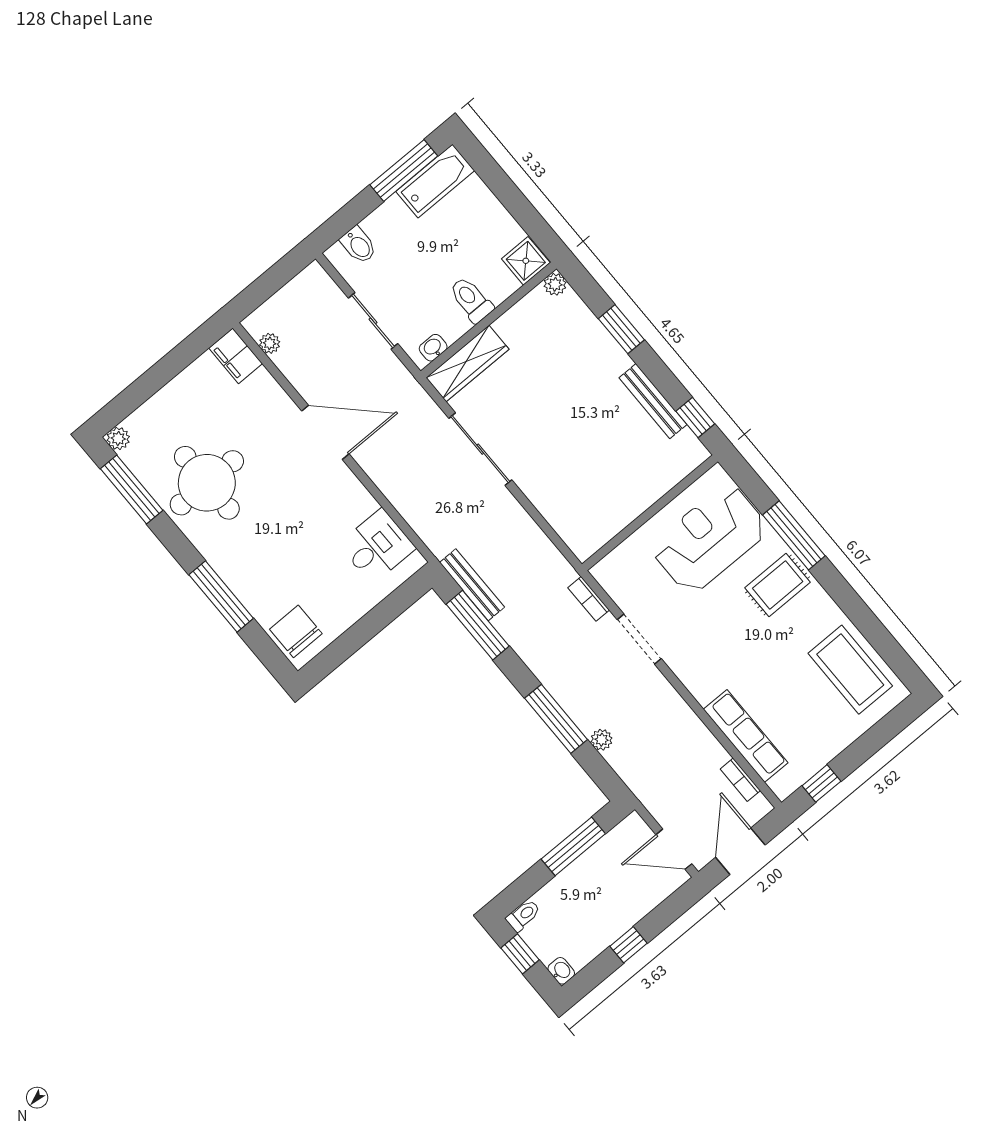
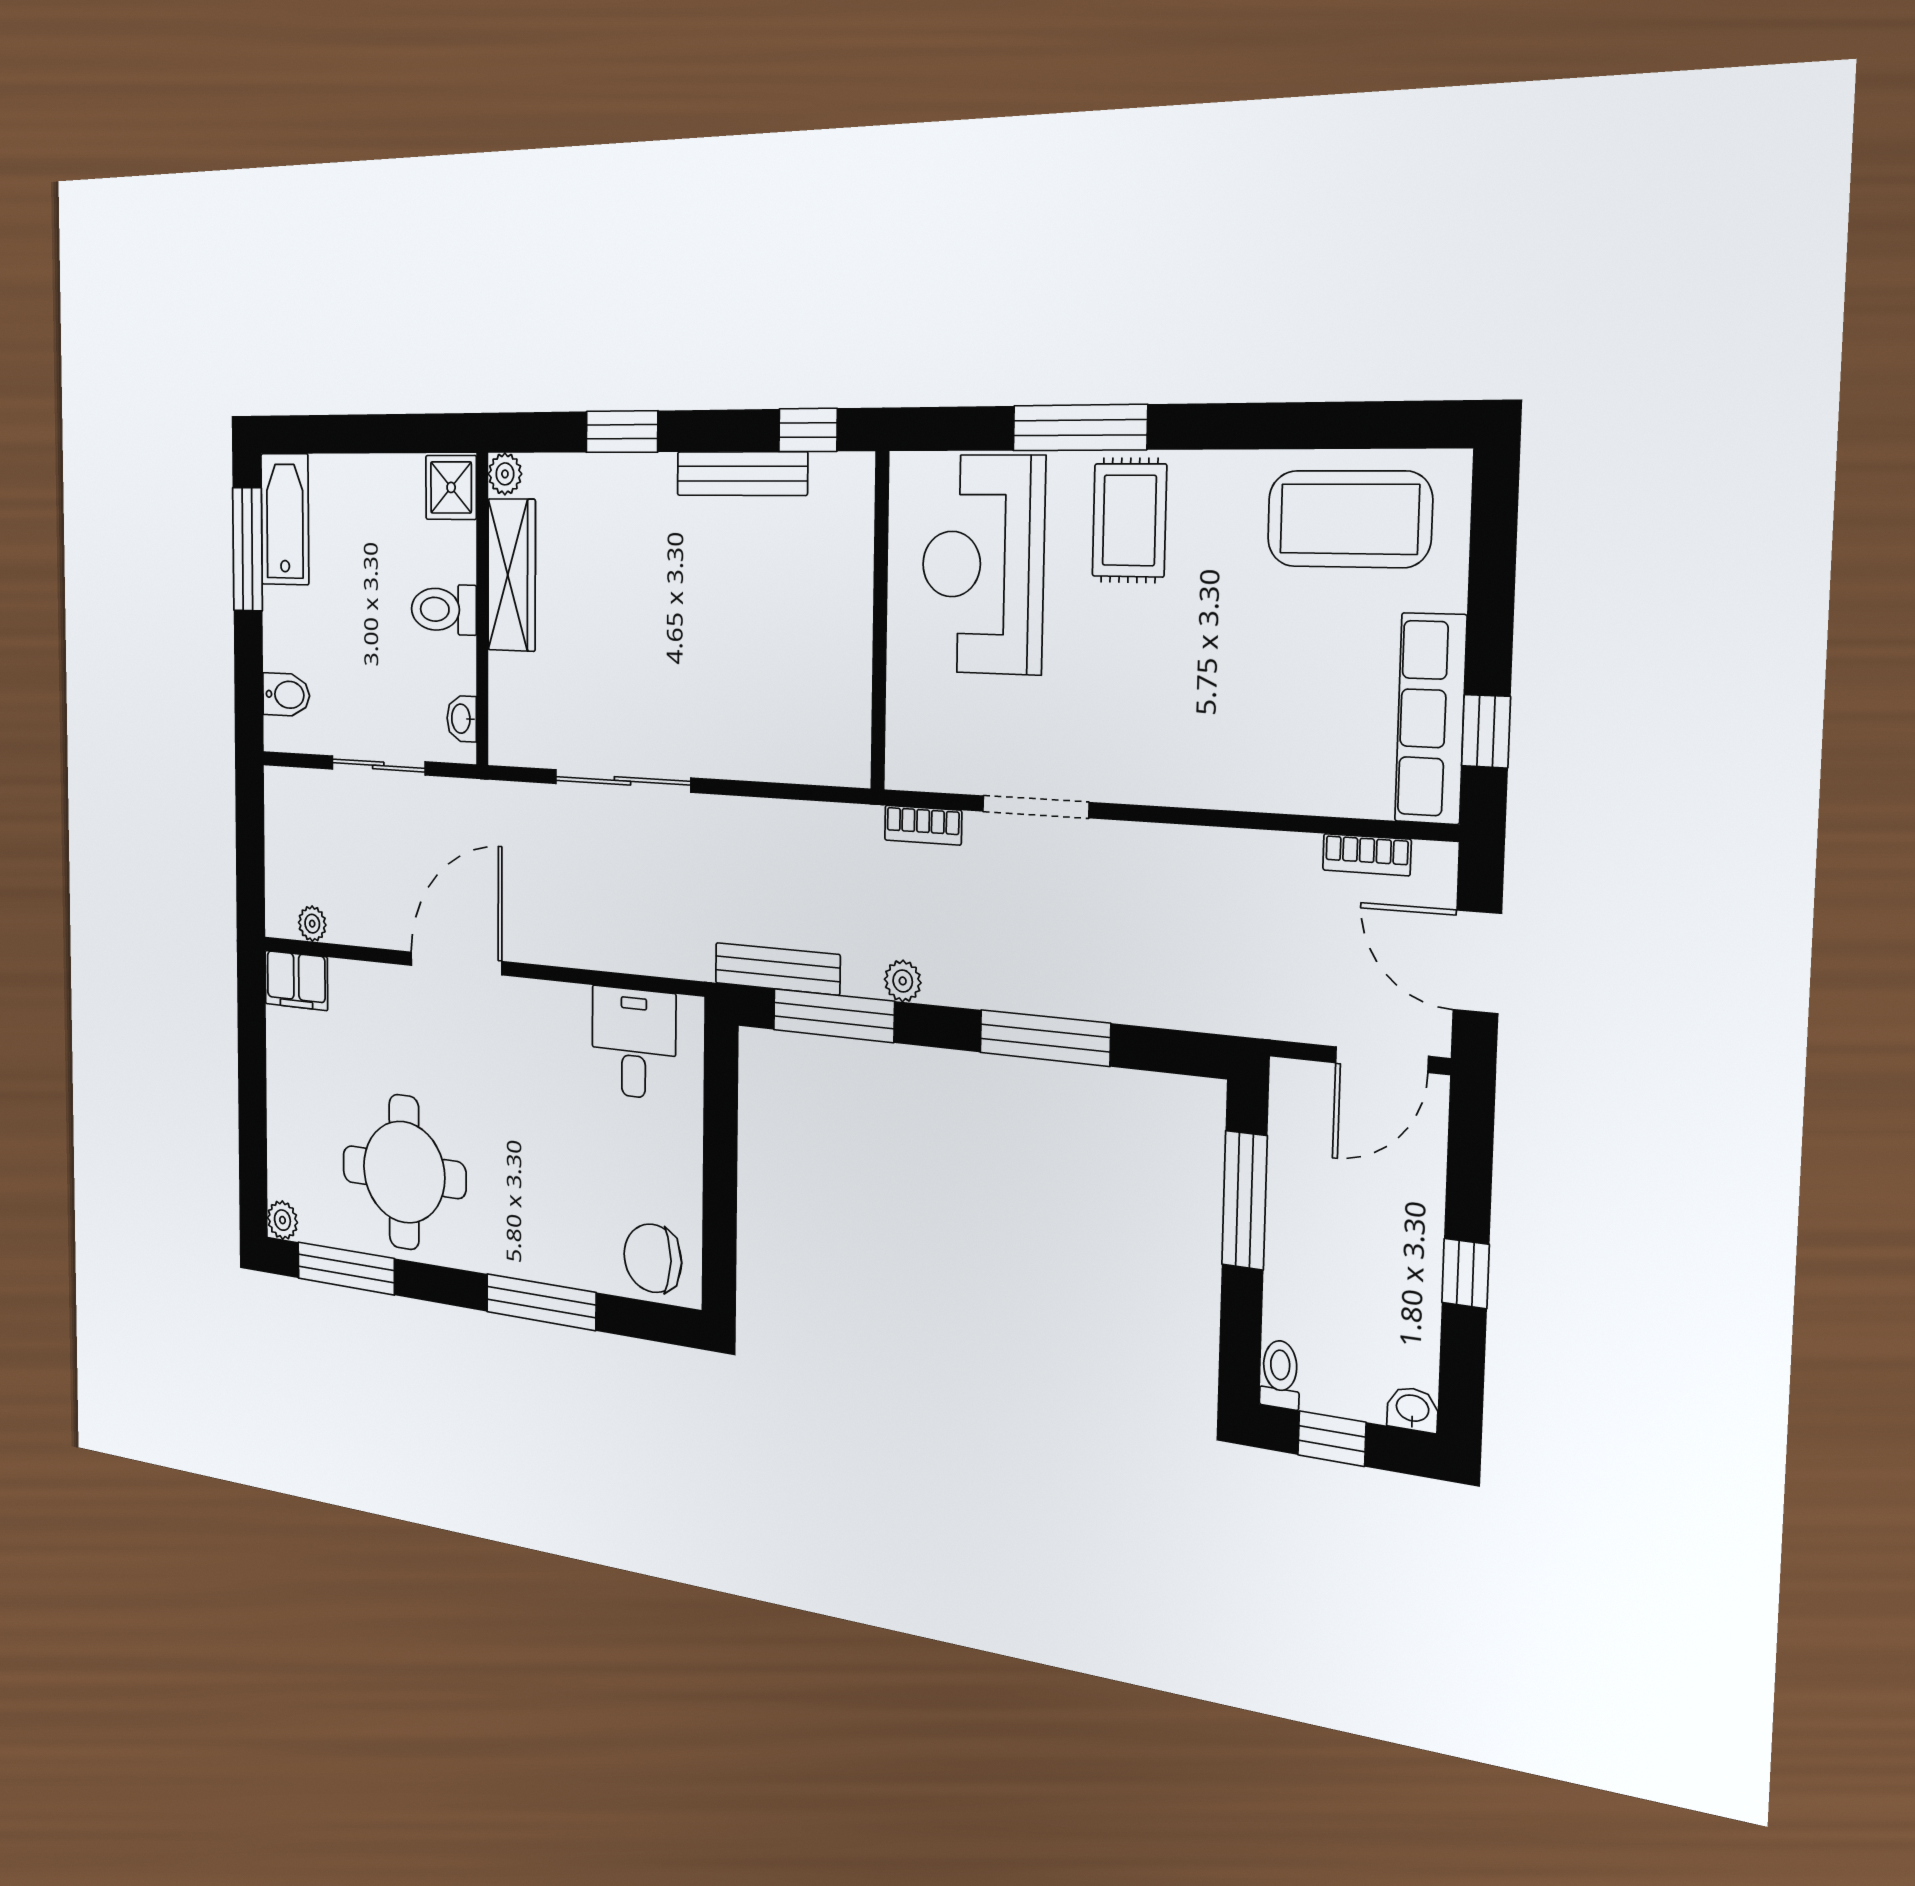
wardrobe: (467, 363) -> (512, 575), moved
row of seats: (746, 736) -> (1431, 719), moved, turned -90
plant: (602, 740) -> (903, 981), moved

